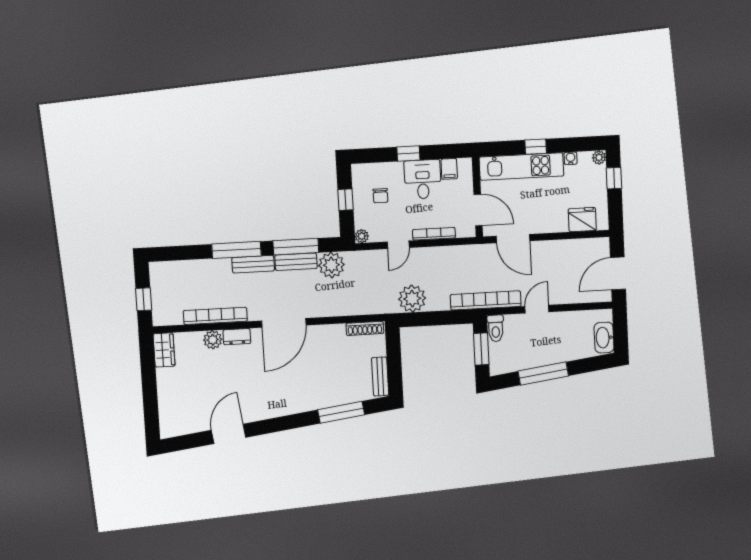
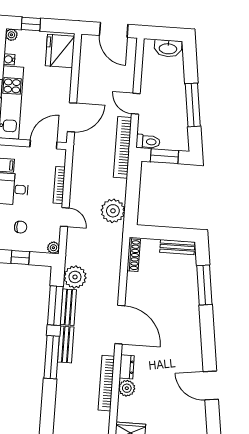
fridge: (582, 220) -> (60, 51), width x1.36, depth x1.34

